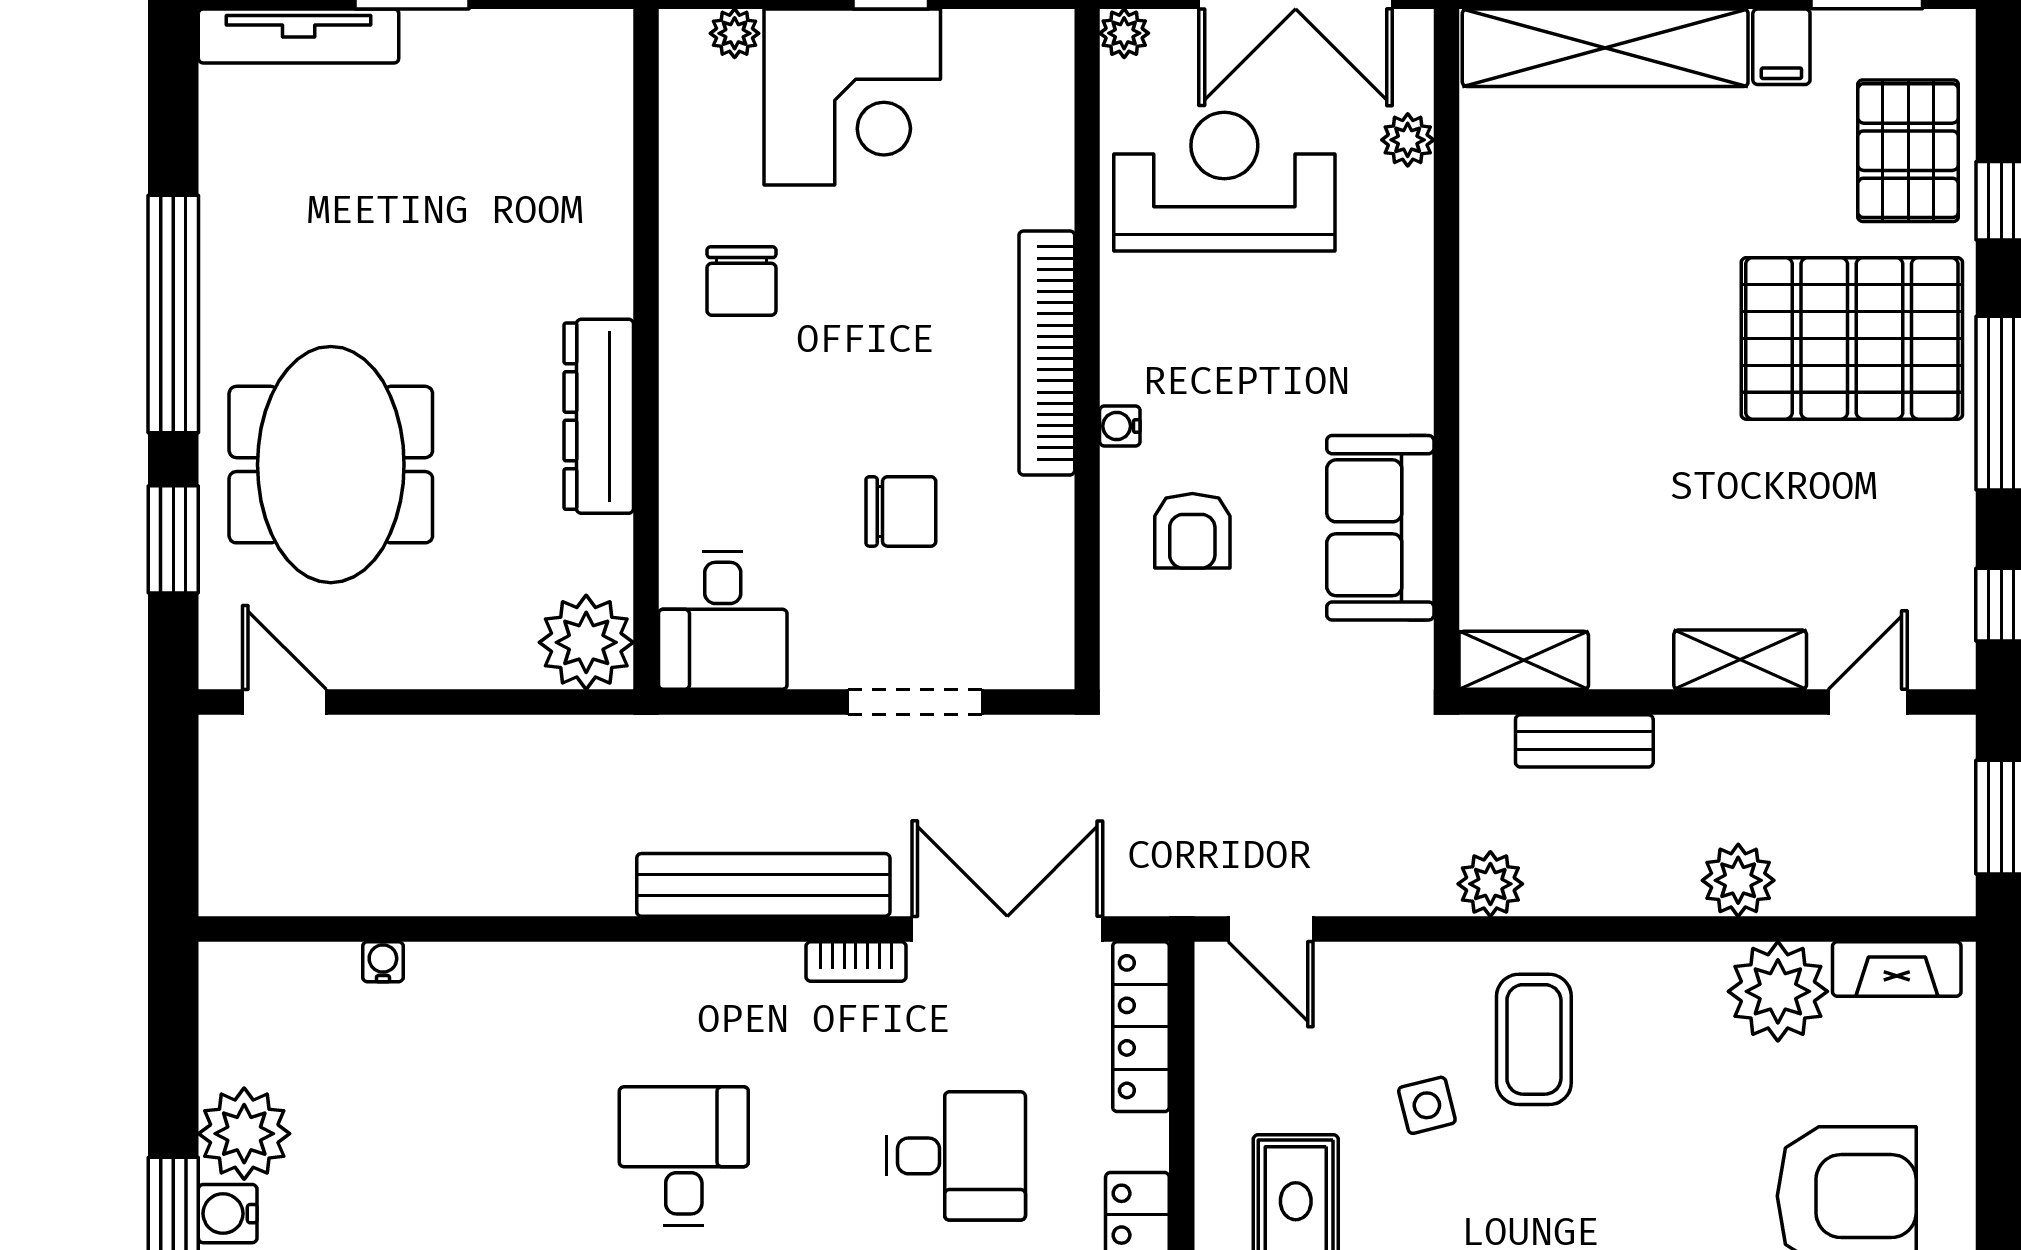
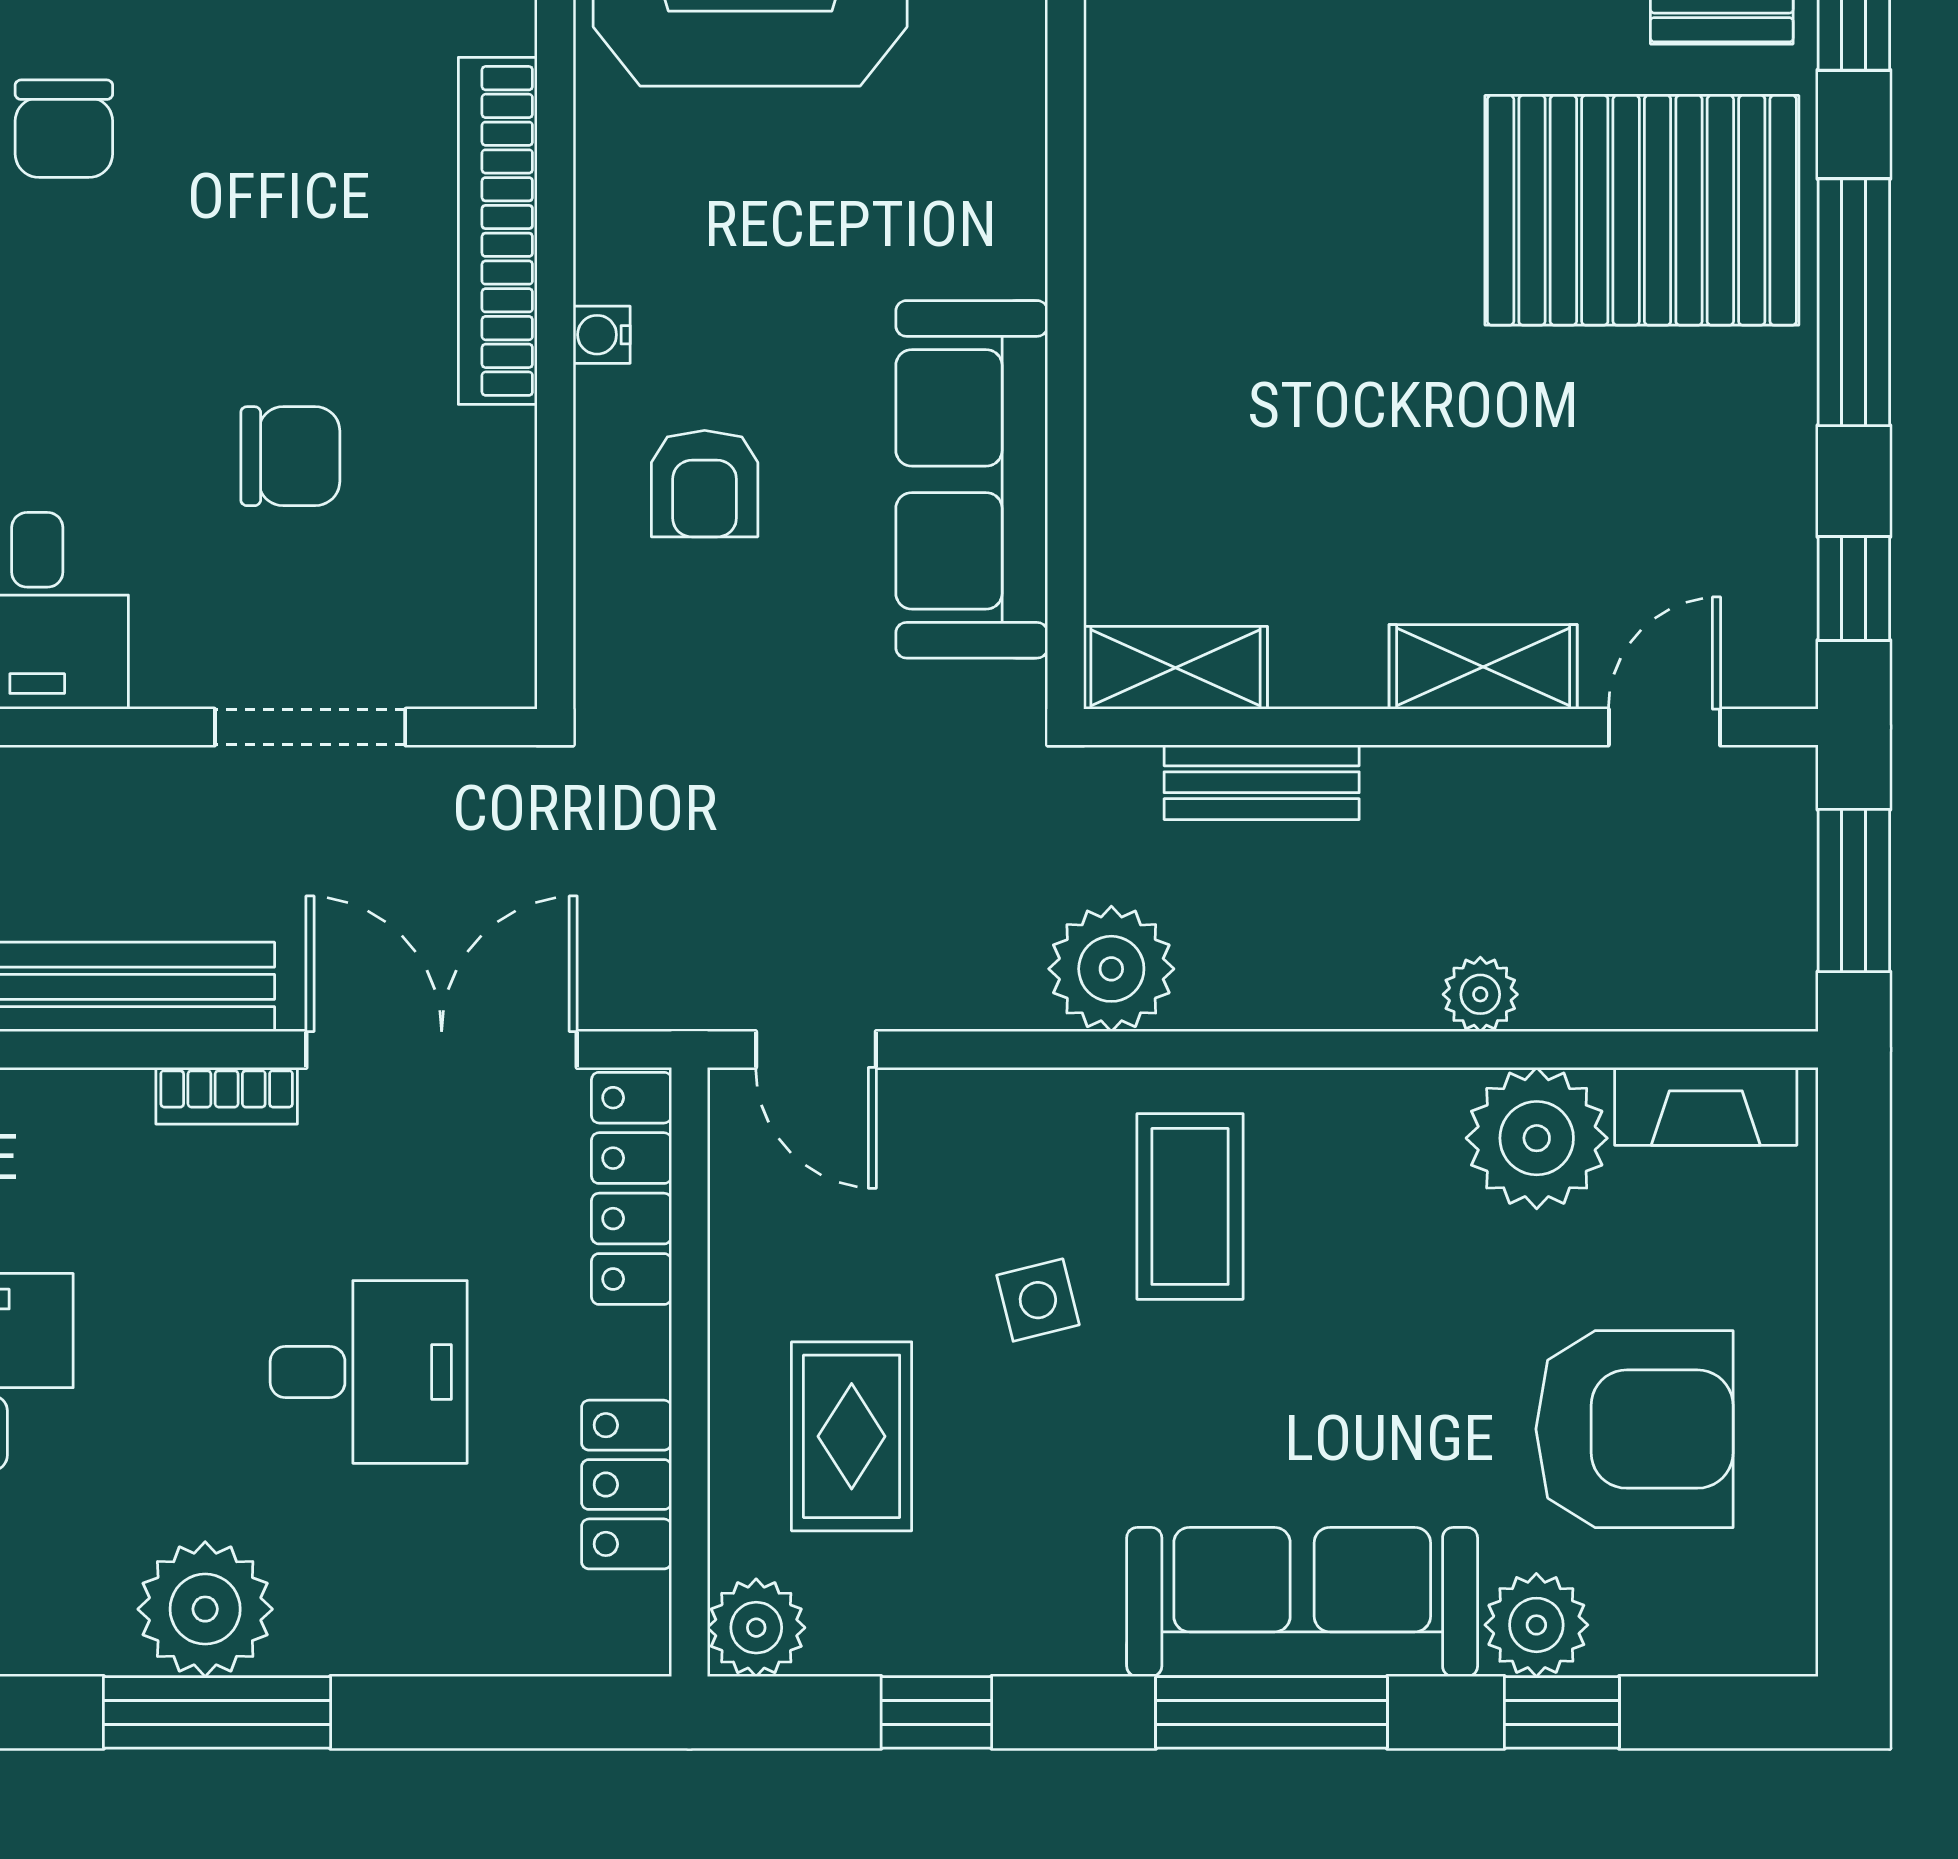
sofa: (1380, 528) -> (972, 479), width x1.36
plant: (1738, 880) -> (1480, 994), width x0.73, depth x0.73
plant: (1490, 884) -> (1111, 969), width x1.36, depth x1.36

